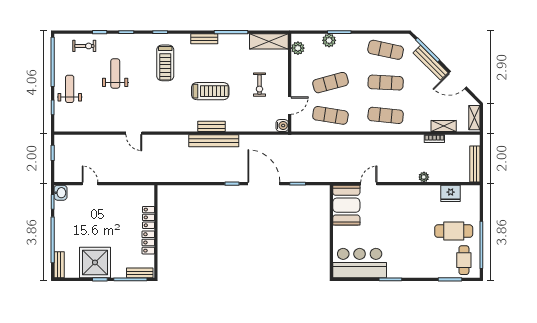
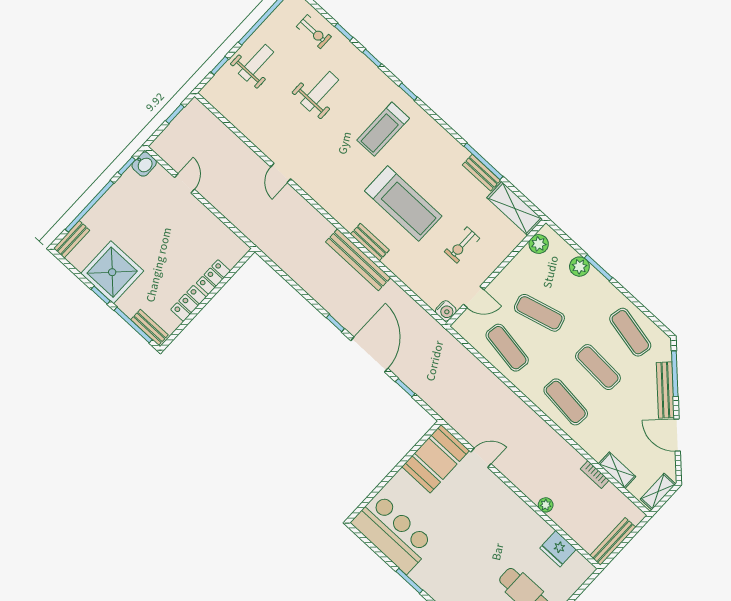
bench: (204, 39) -> (481, 173), moved
treadmill: (210, 91) -> (403, 203), width x1.37, depth x1.38

